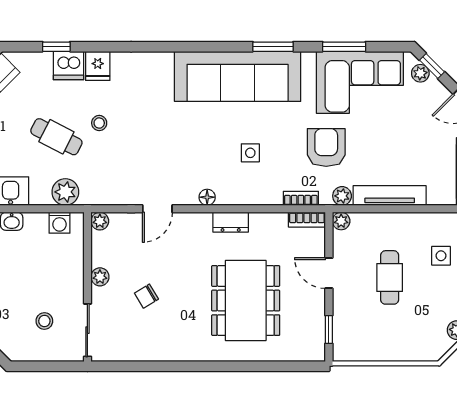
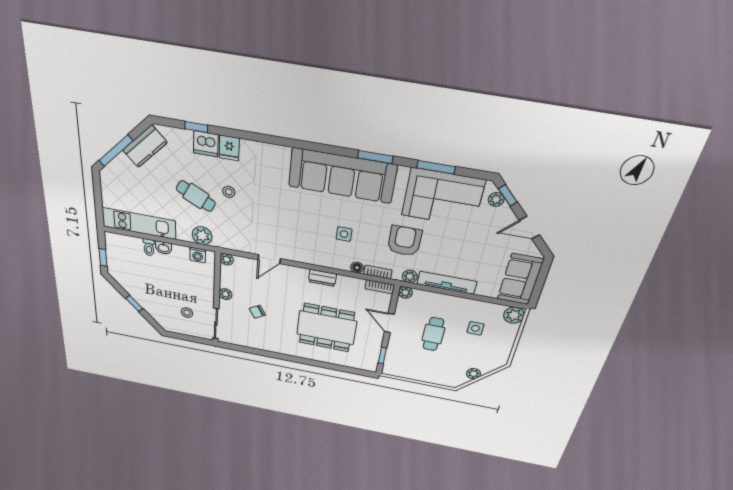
floor lamp: (207, 197) -> (357, 268), moved
dining table: (246, 301) -> (327, 328), turned 90

